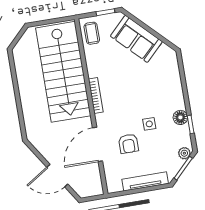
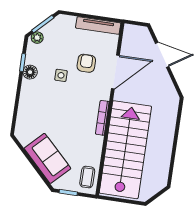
tv unit: (145, 181) -> (98, 25), moved

